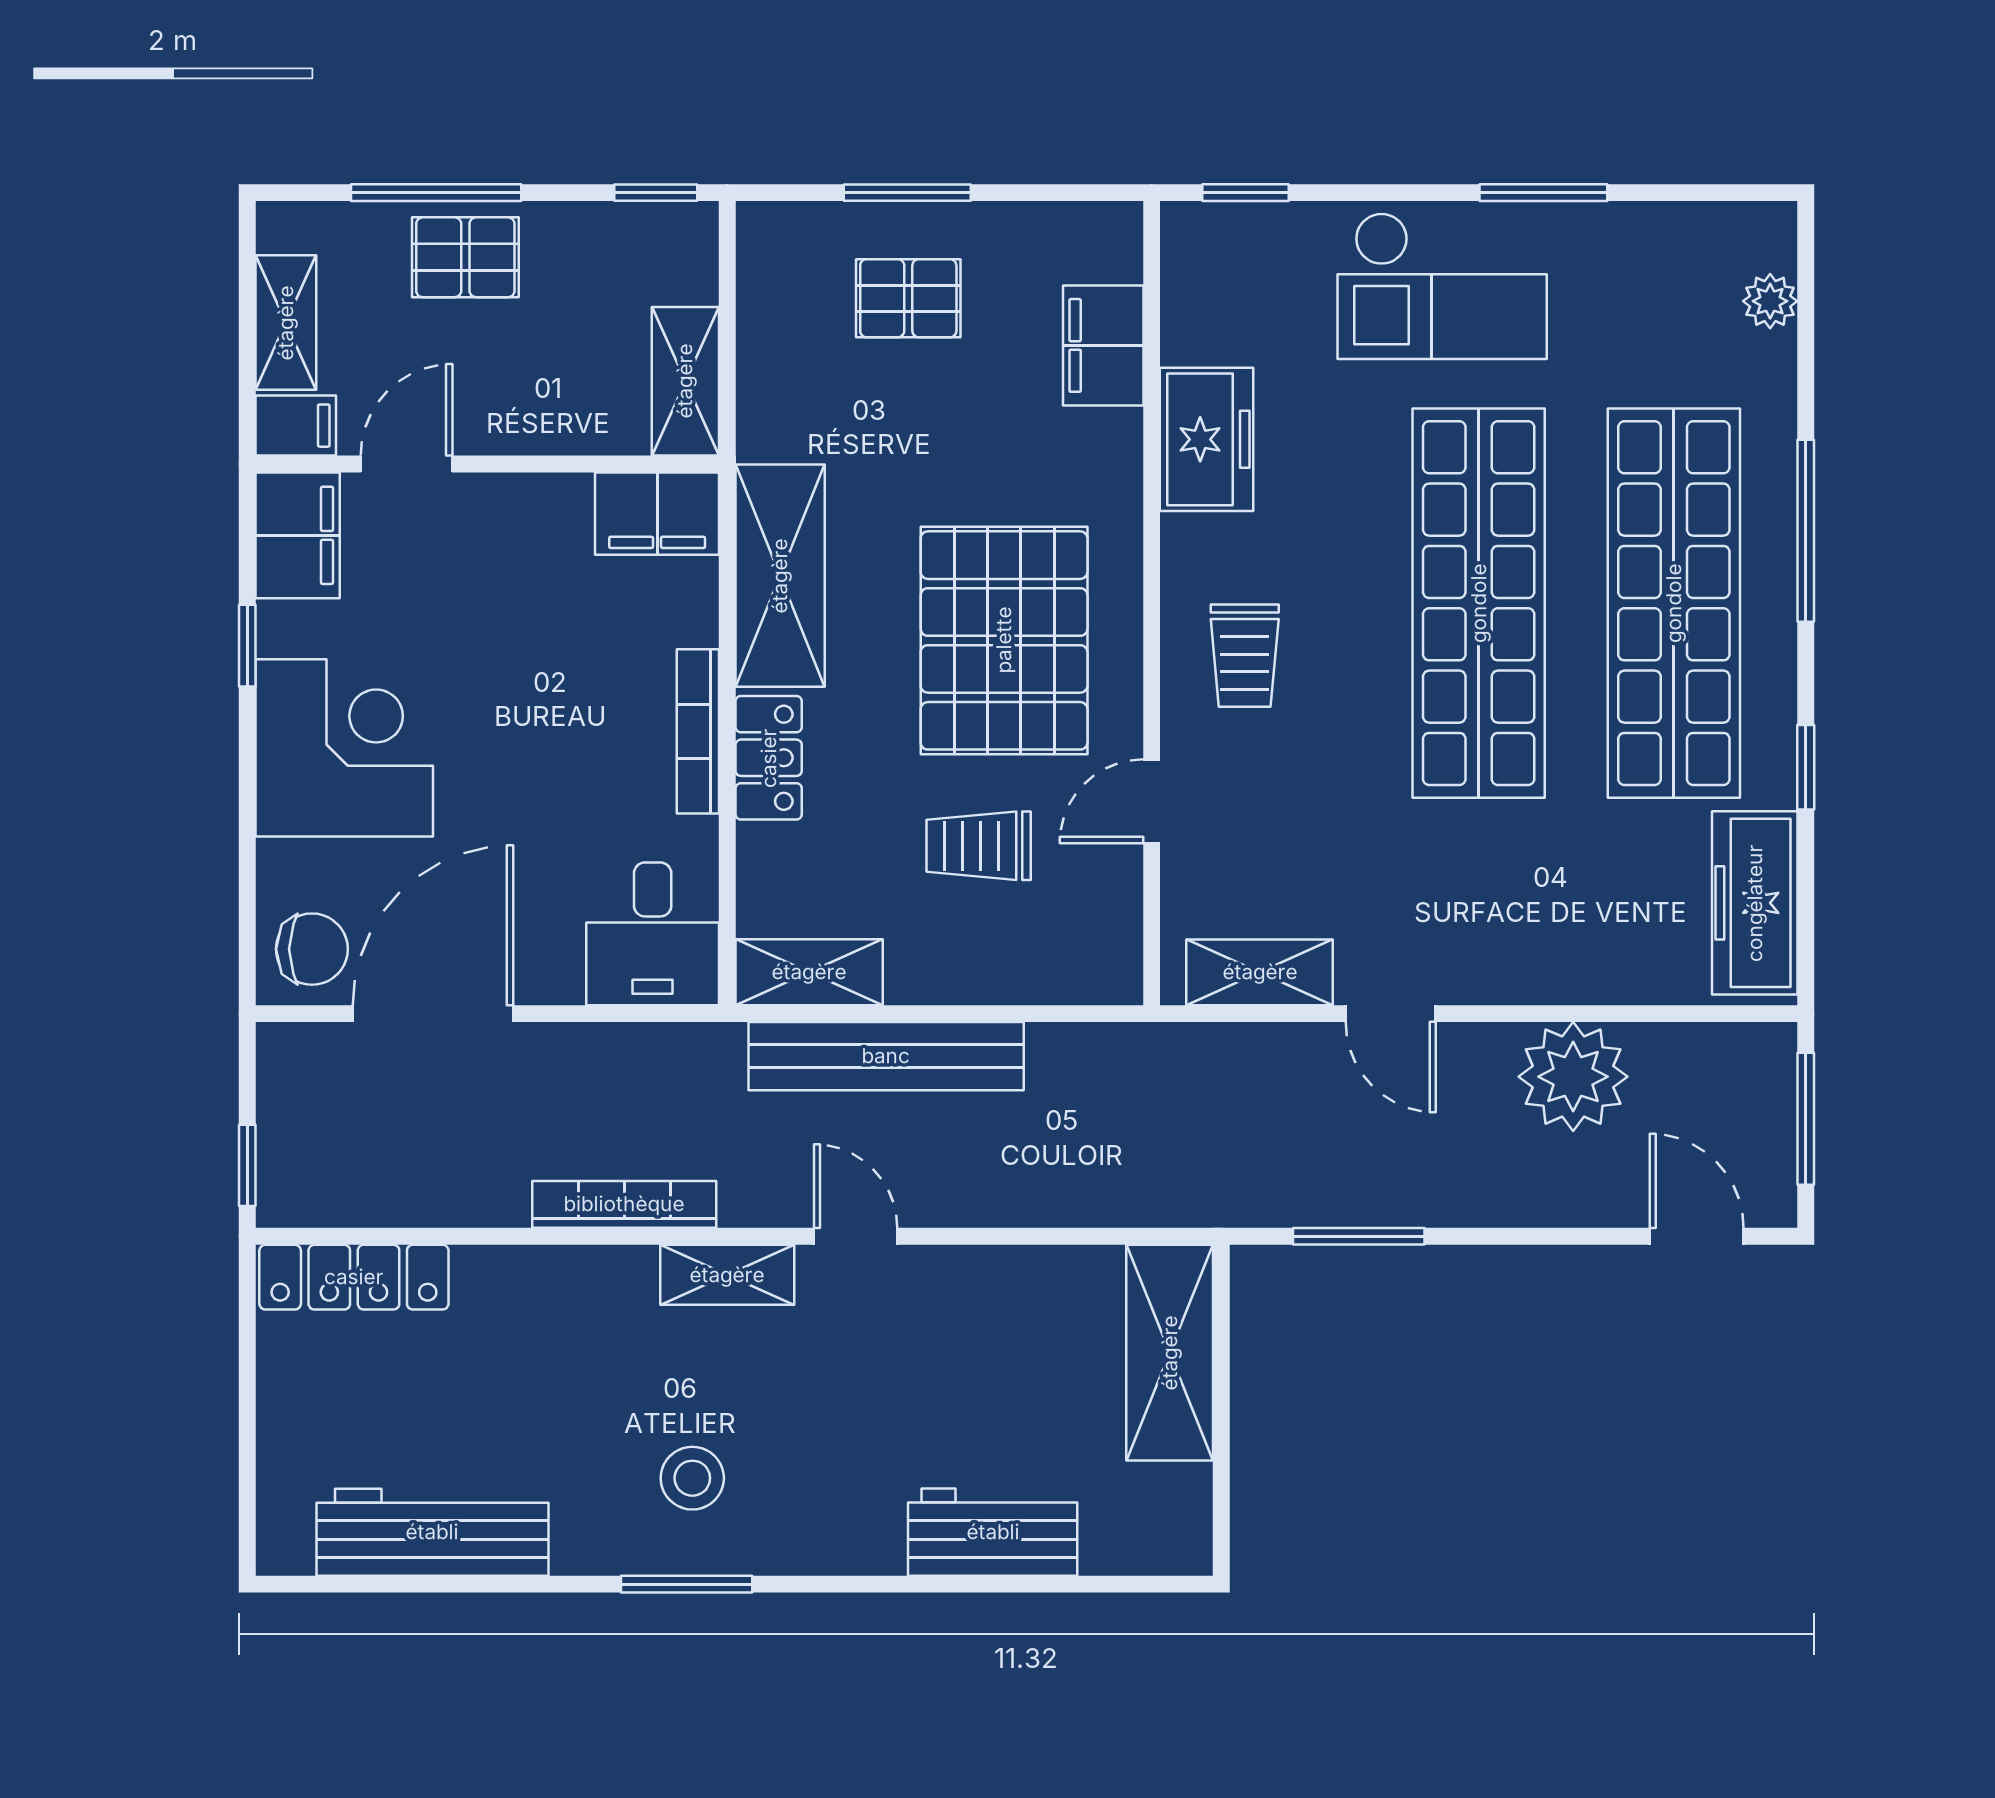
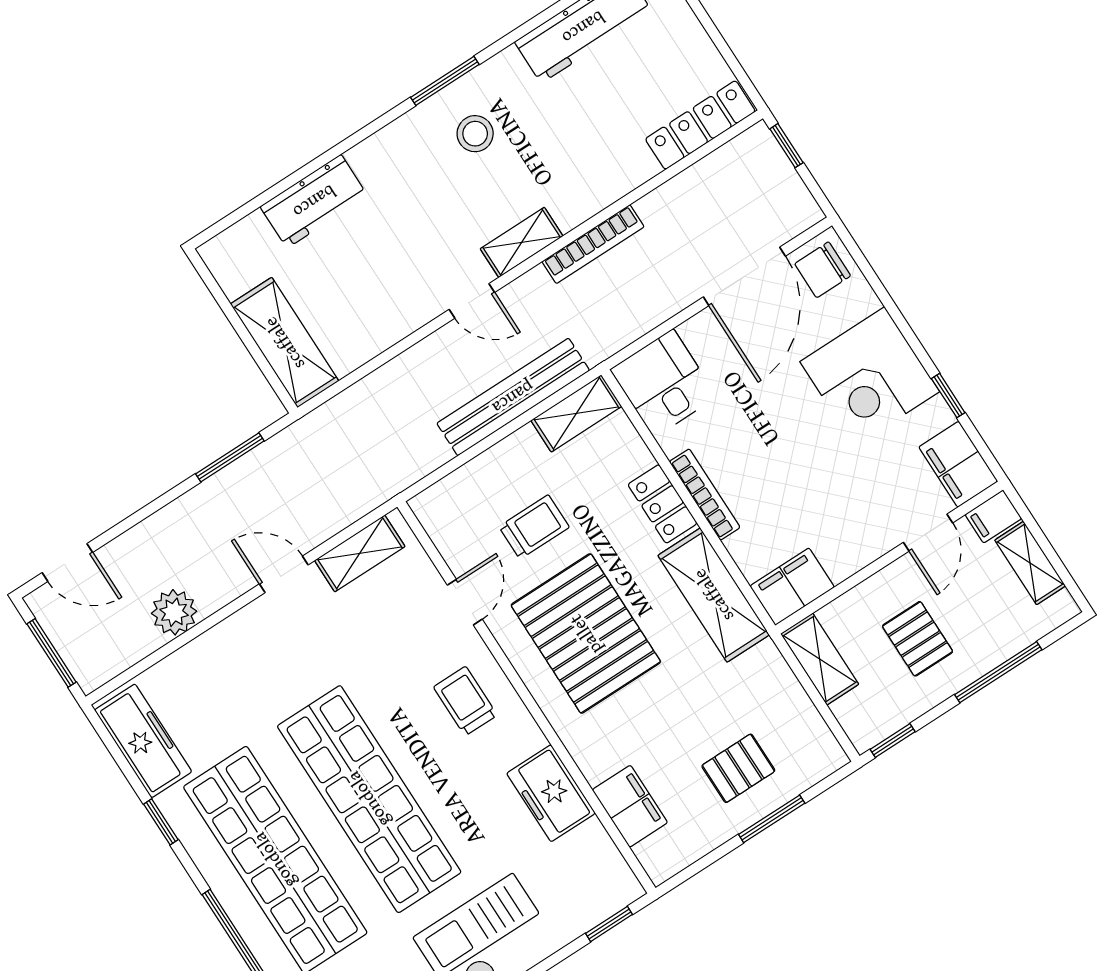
pallet: (465, 257) -> (918, 639), moved, turned 90
plant: (1573, 1077) -> (174, 612), width x0.73, depth x0.73

